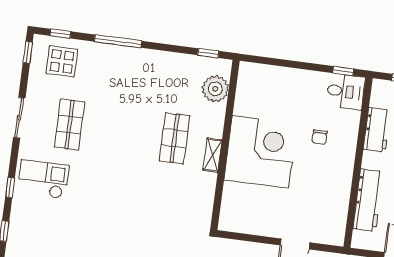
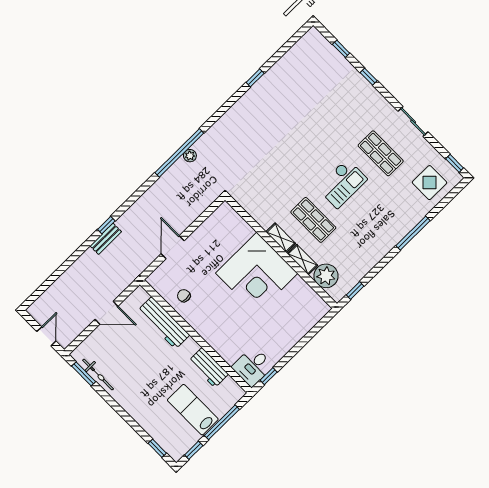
window: (60, 34) -> (450, 197), removed
shelving: (217, 121) -> (302, 260), added
chair: (320, 137) -> (184, 296), moved
checkout: (43, 179) -> (342, 184), moved

